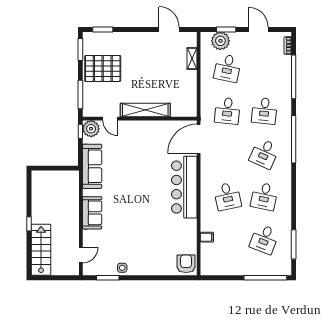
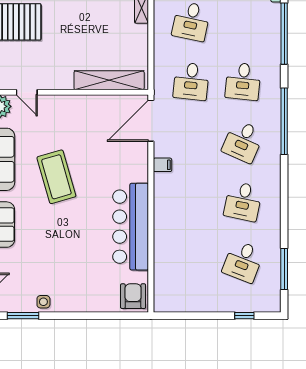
shelving: (145, 110) -> (109, 80), moved
coffee table: (131, 179) -> (56, 177), added
bar counter: (184, 187) -> (131, 227), moved
desk: (227, 196) -> (191, 201), removed
filing cabinet: (207, 237) -> (162, 165), moved
window: (265, 278) -> (244, 316), width x0.32

